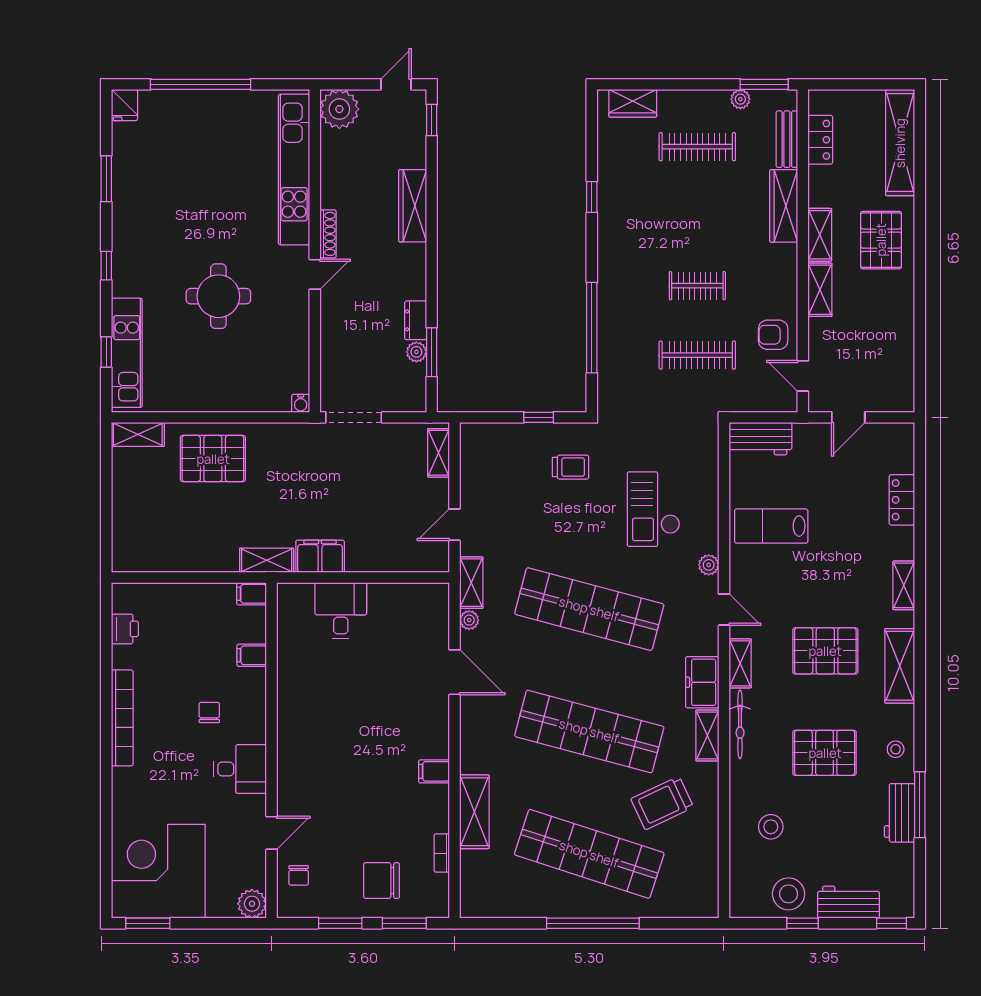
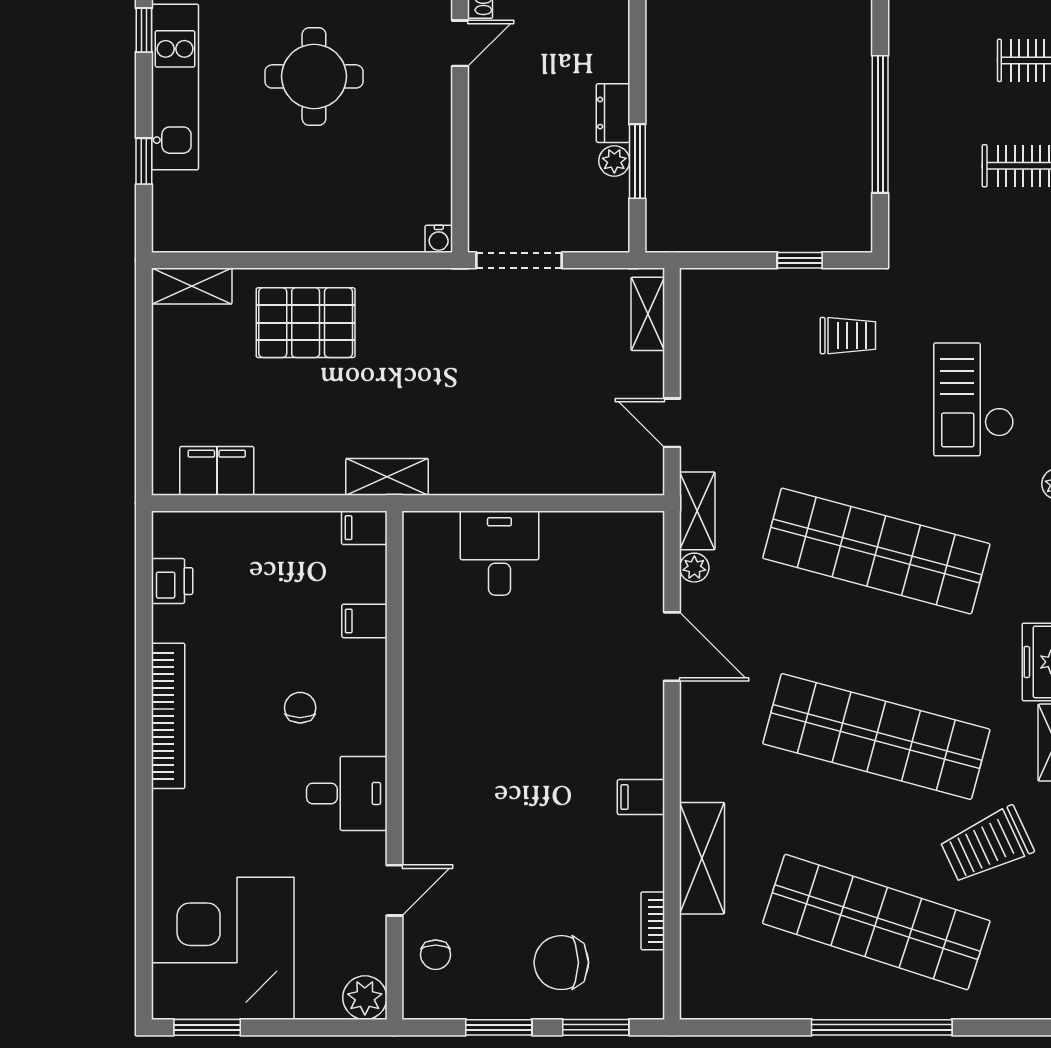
kitchen unit: (127, 353) -> (175, 87), moved
door: (455, 525) -> (672, 423), hinge flipped
filing cabinet: (320, 556) -> (217, 471), moved

